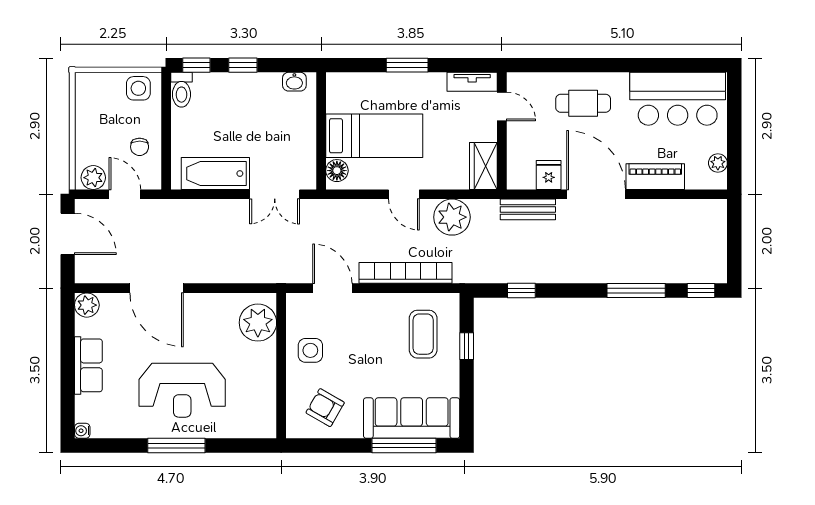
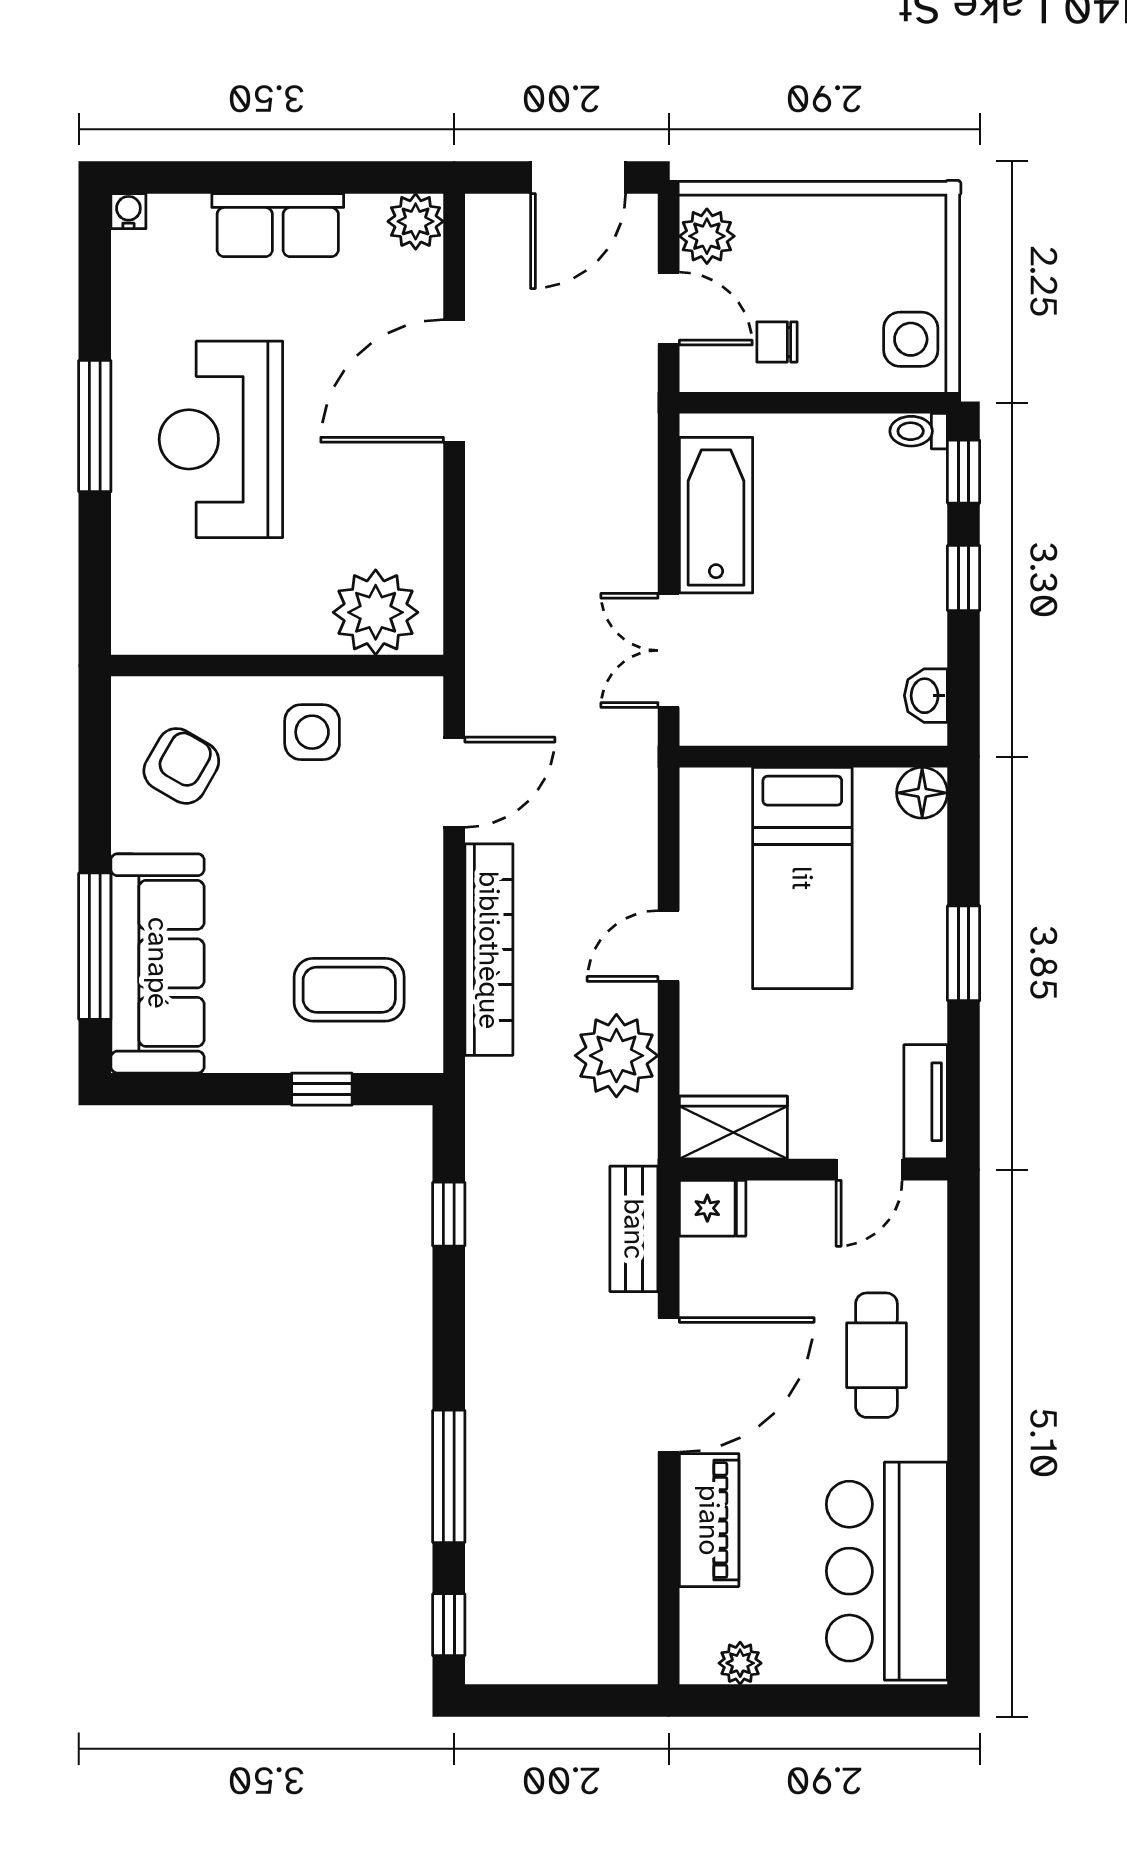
toilet: (181, 90) -> (919, 431), width x0.73, depth x0.72
floor lamp: (337, 171) -> (922, 793), moved
fridge: (549, 175) -> (713, 1208), moved
door: (125, 194) -> (669, 309), hinge flipped

